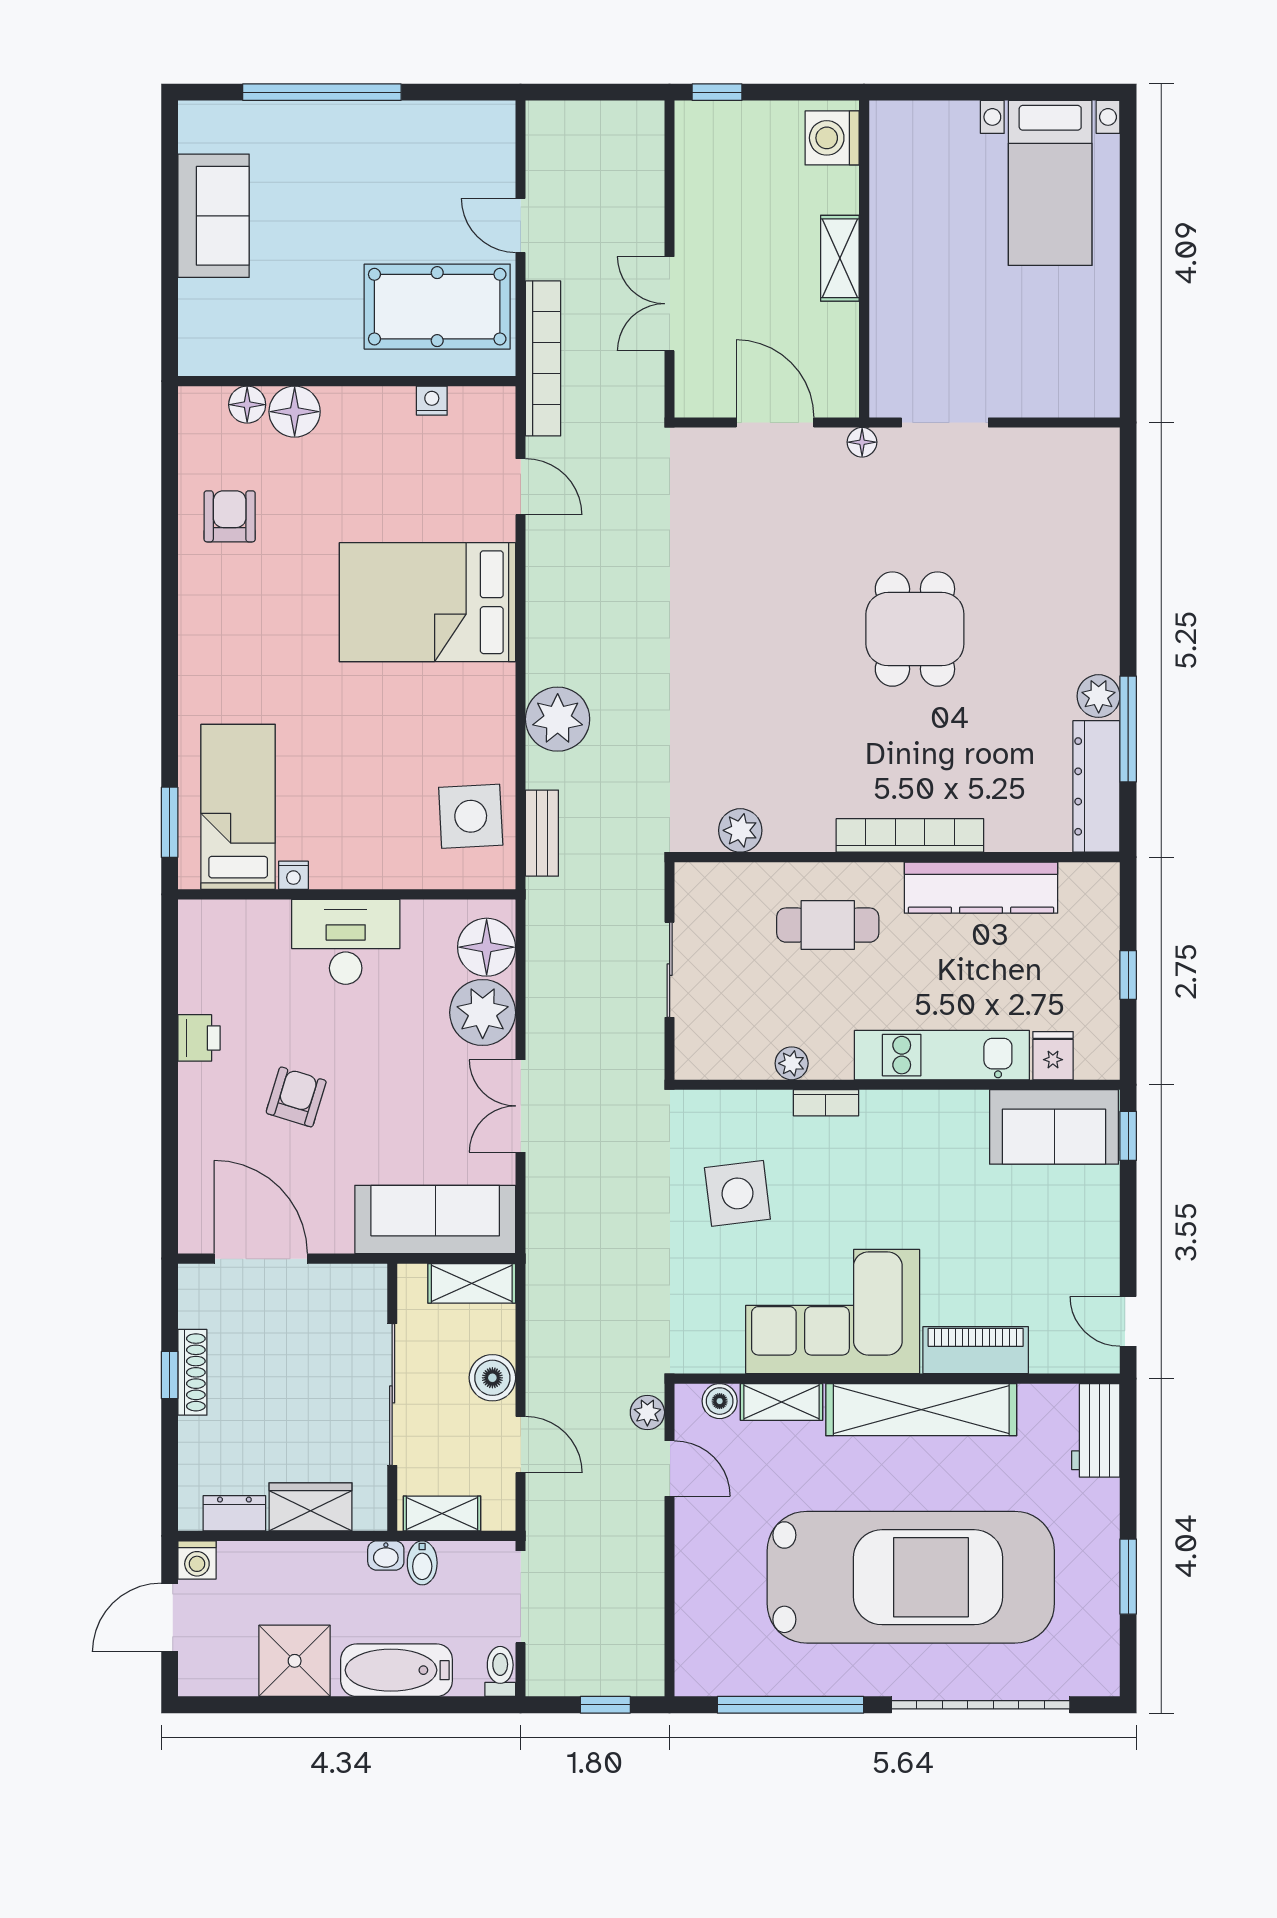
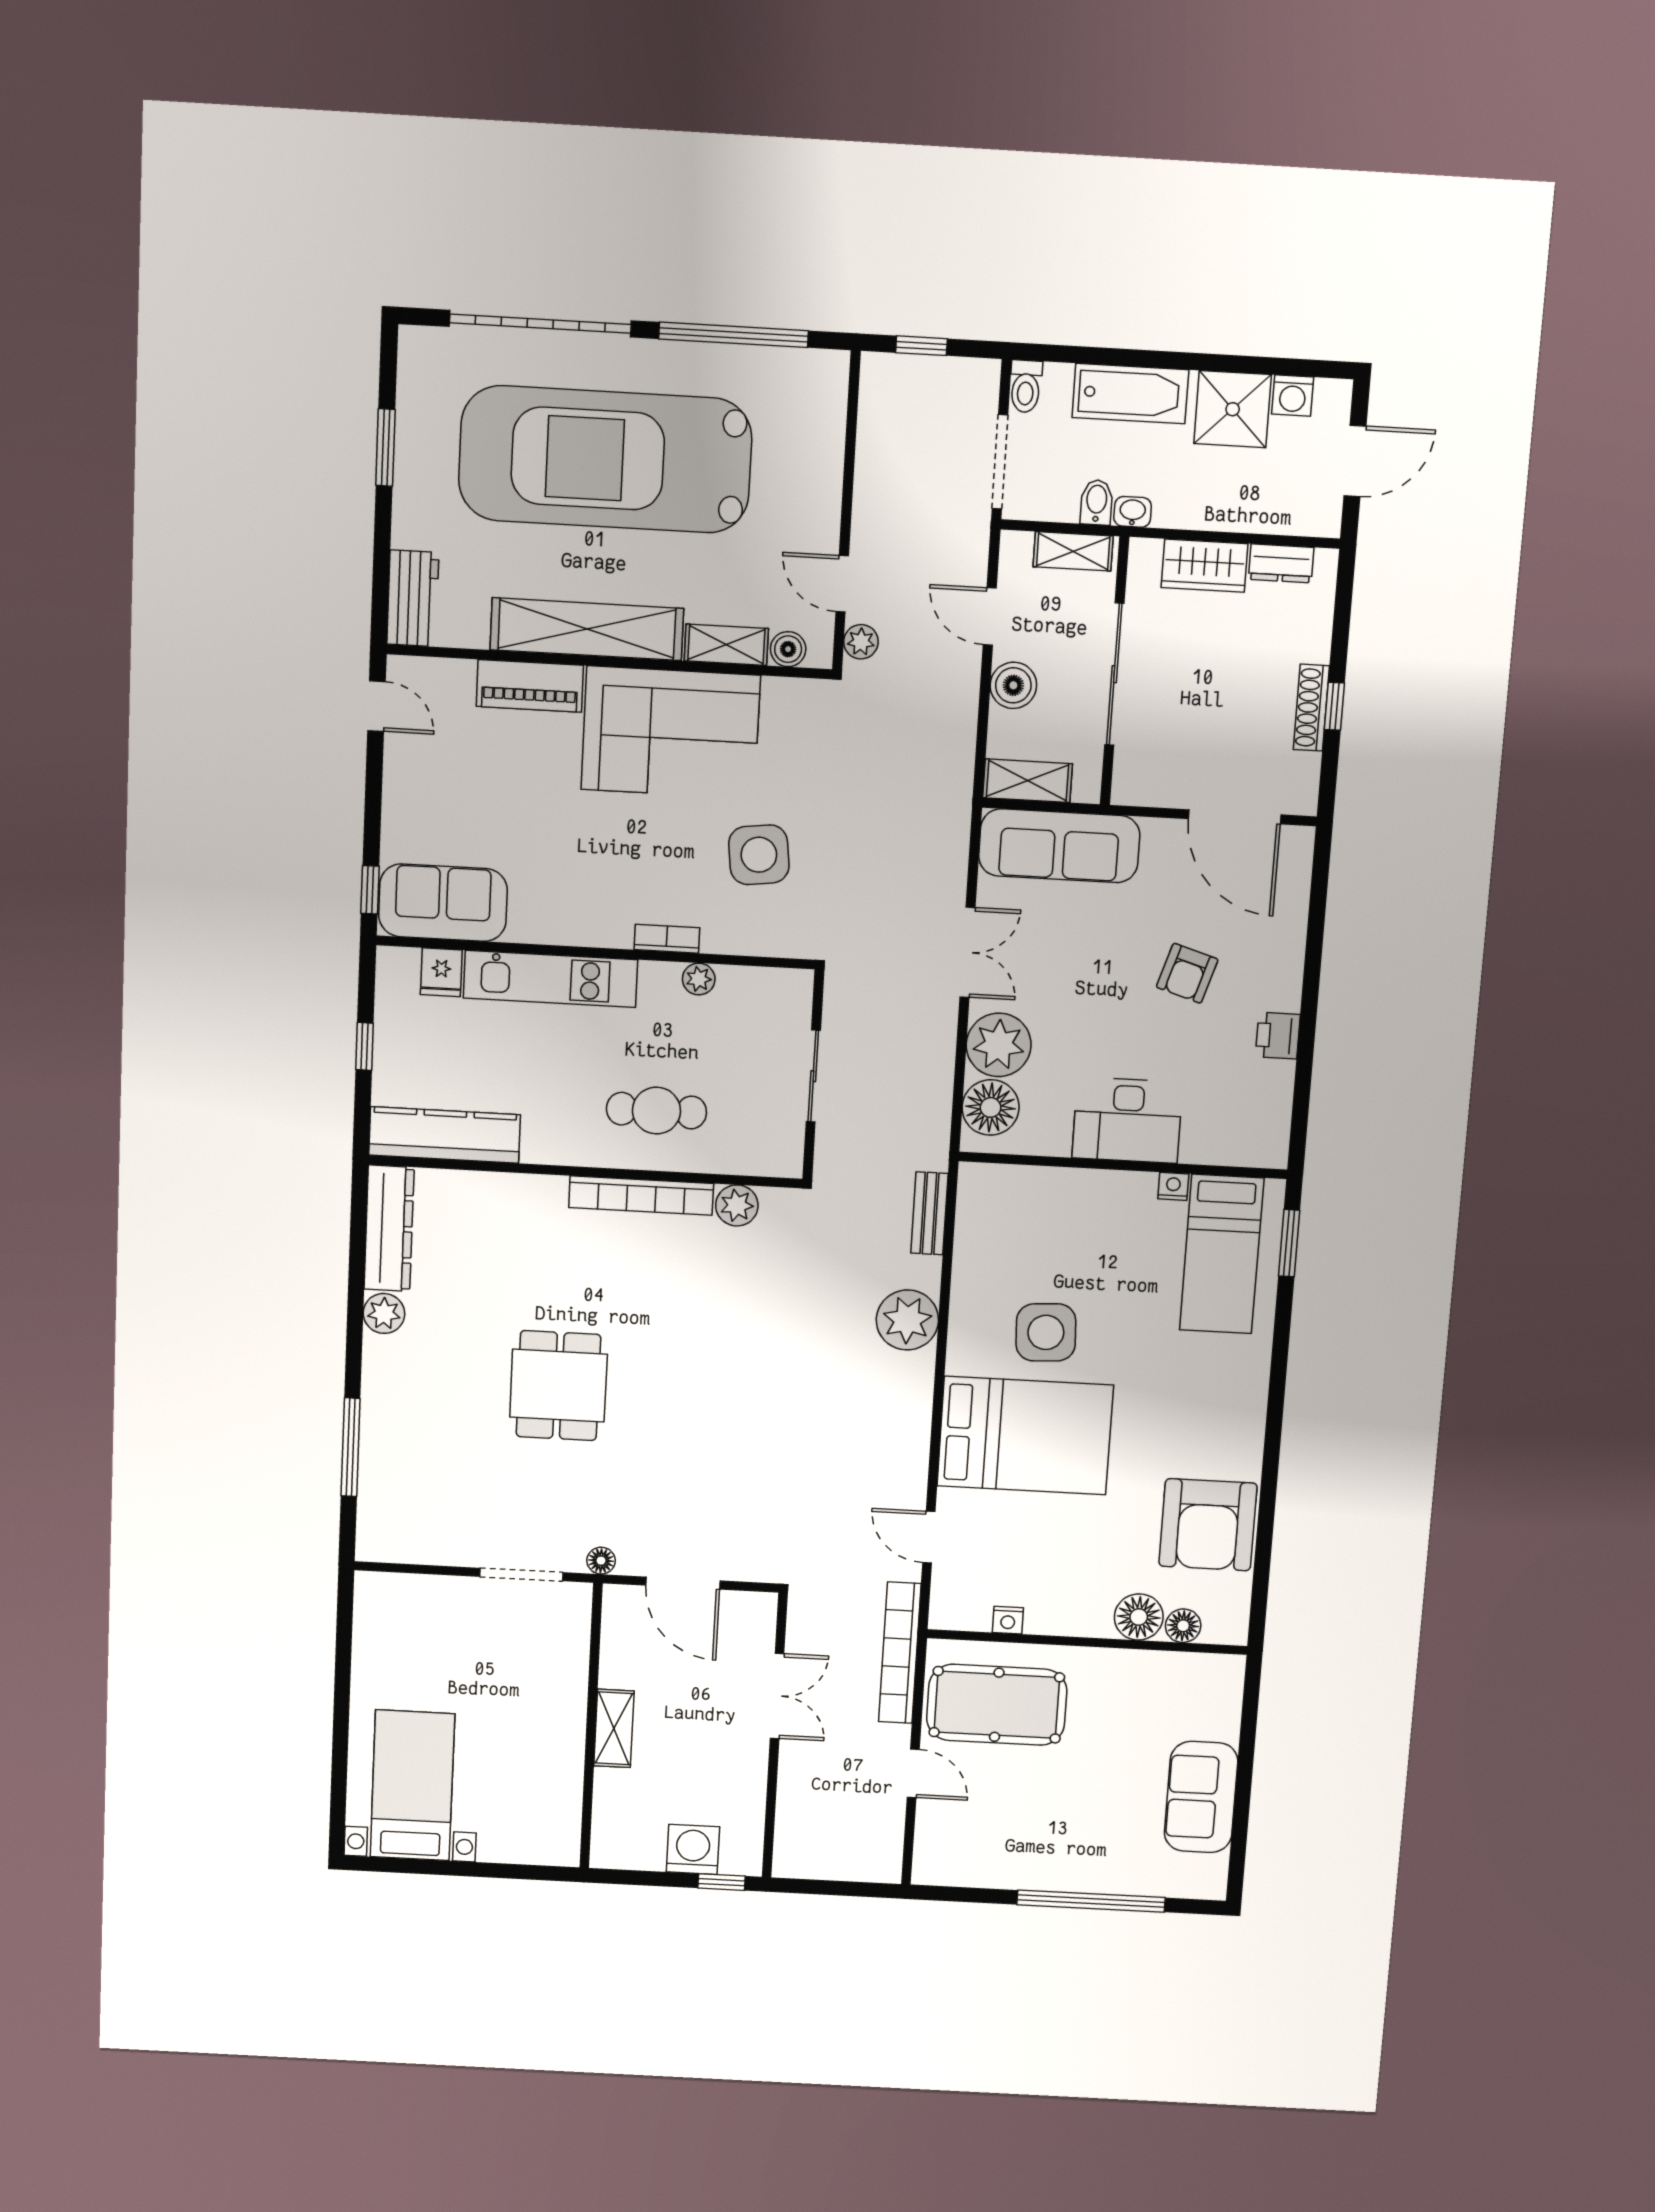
washing machine: (832, 138) -> (693, 1849), moved, turned -90
armchair: (230, 516) -> (1208, 1525), width x1.88, depth x1.88
window: (1128, 729) -> (351, 1447), moved
side table: (471, 816) -> (1046, 1332), moved
bookcase: (910, 835) -> (641, 1196), moved
kitchen counter: (981, 888) -> (445, 1135), moved
washing machine: (197, 1560) -> (1293, 396), moved, turned 180

